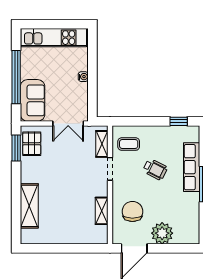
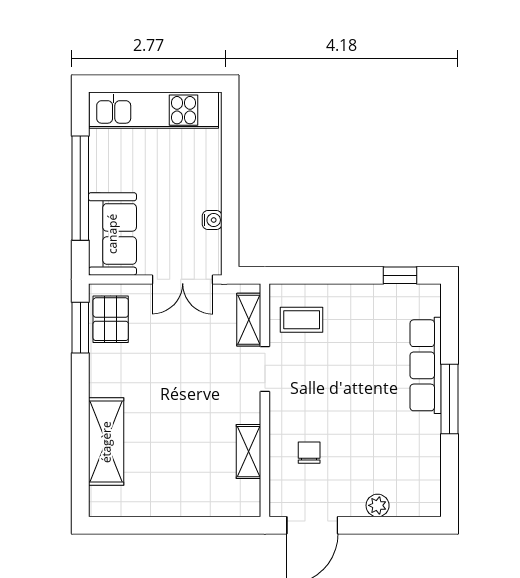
water cooler: (83, 77) -> (212, 220), moved
wheelchair: (155, 169) -> (354, 370), removed
chair: (132, 211) -> (309, 453), width x0.54, depth x0.54
plant: (162, 233) -> (378, 505), width x0.53, depth x0.53

